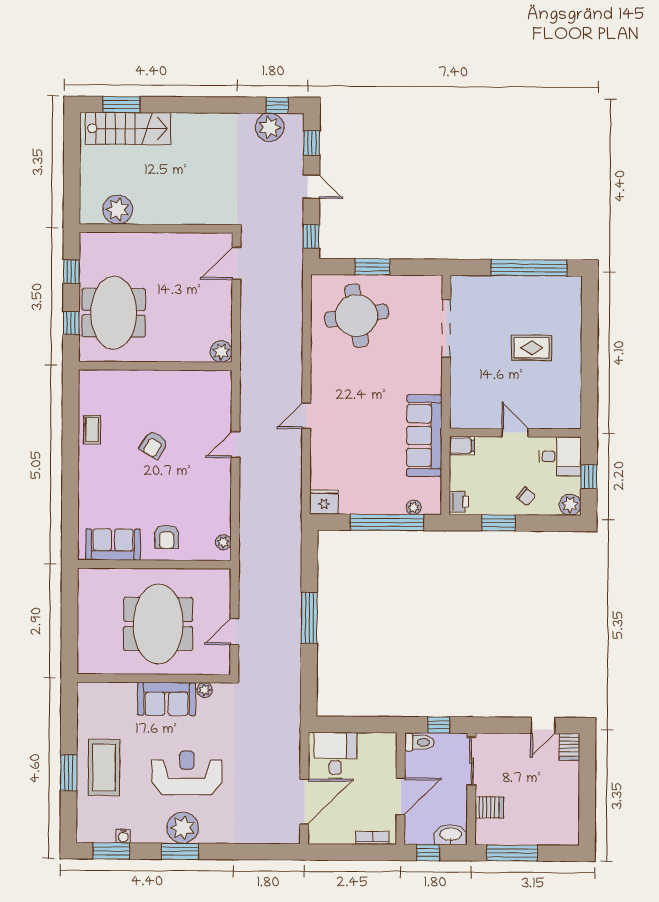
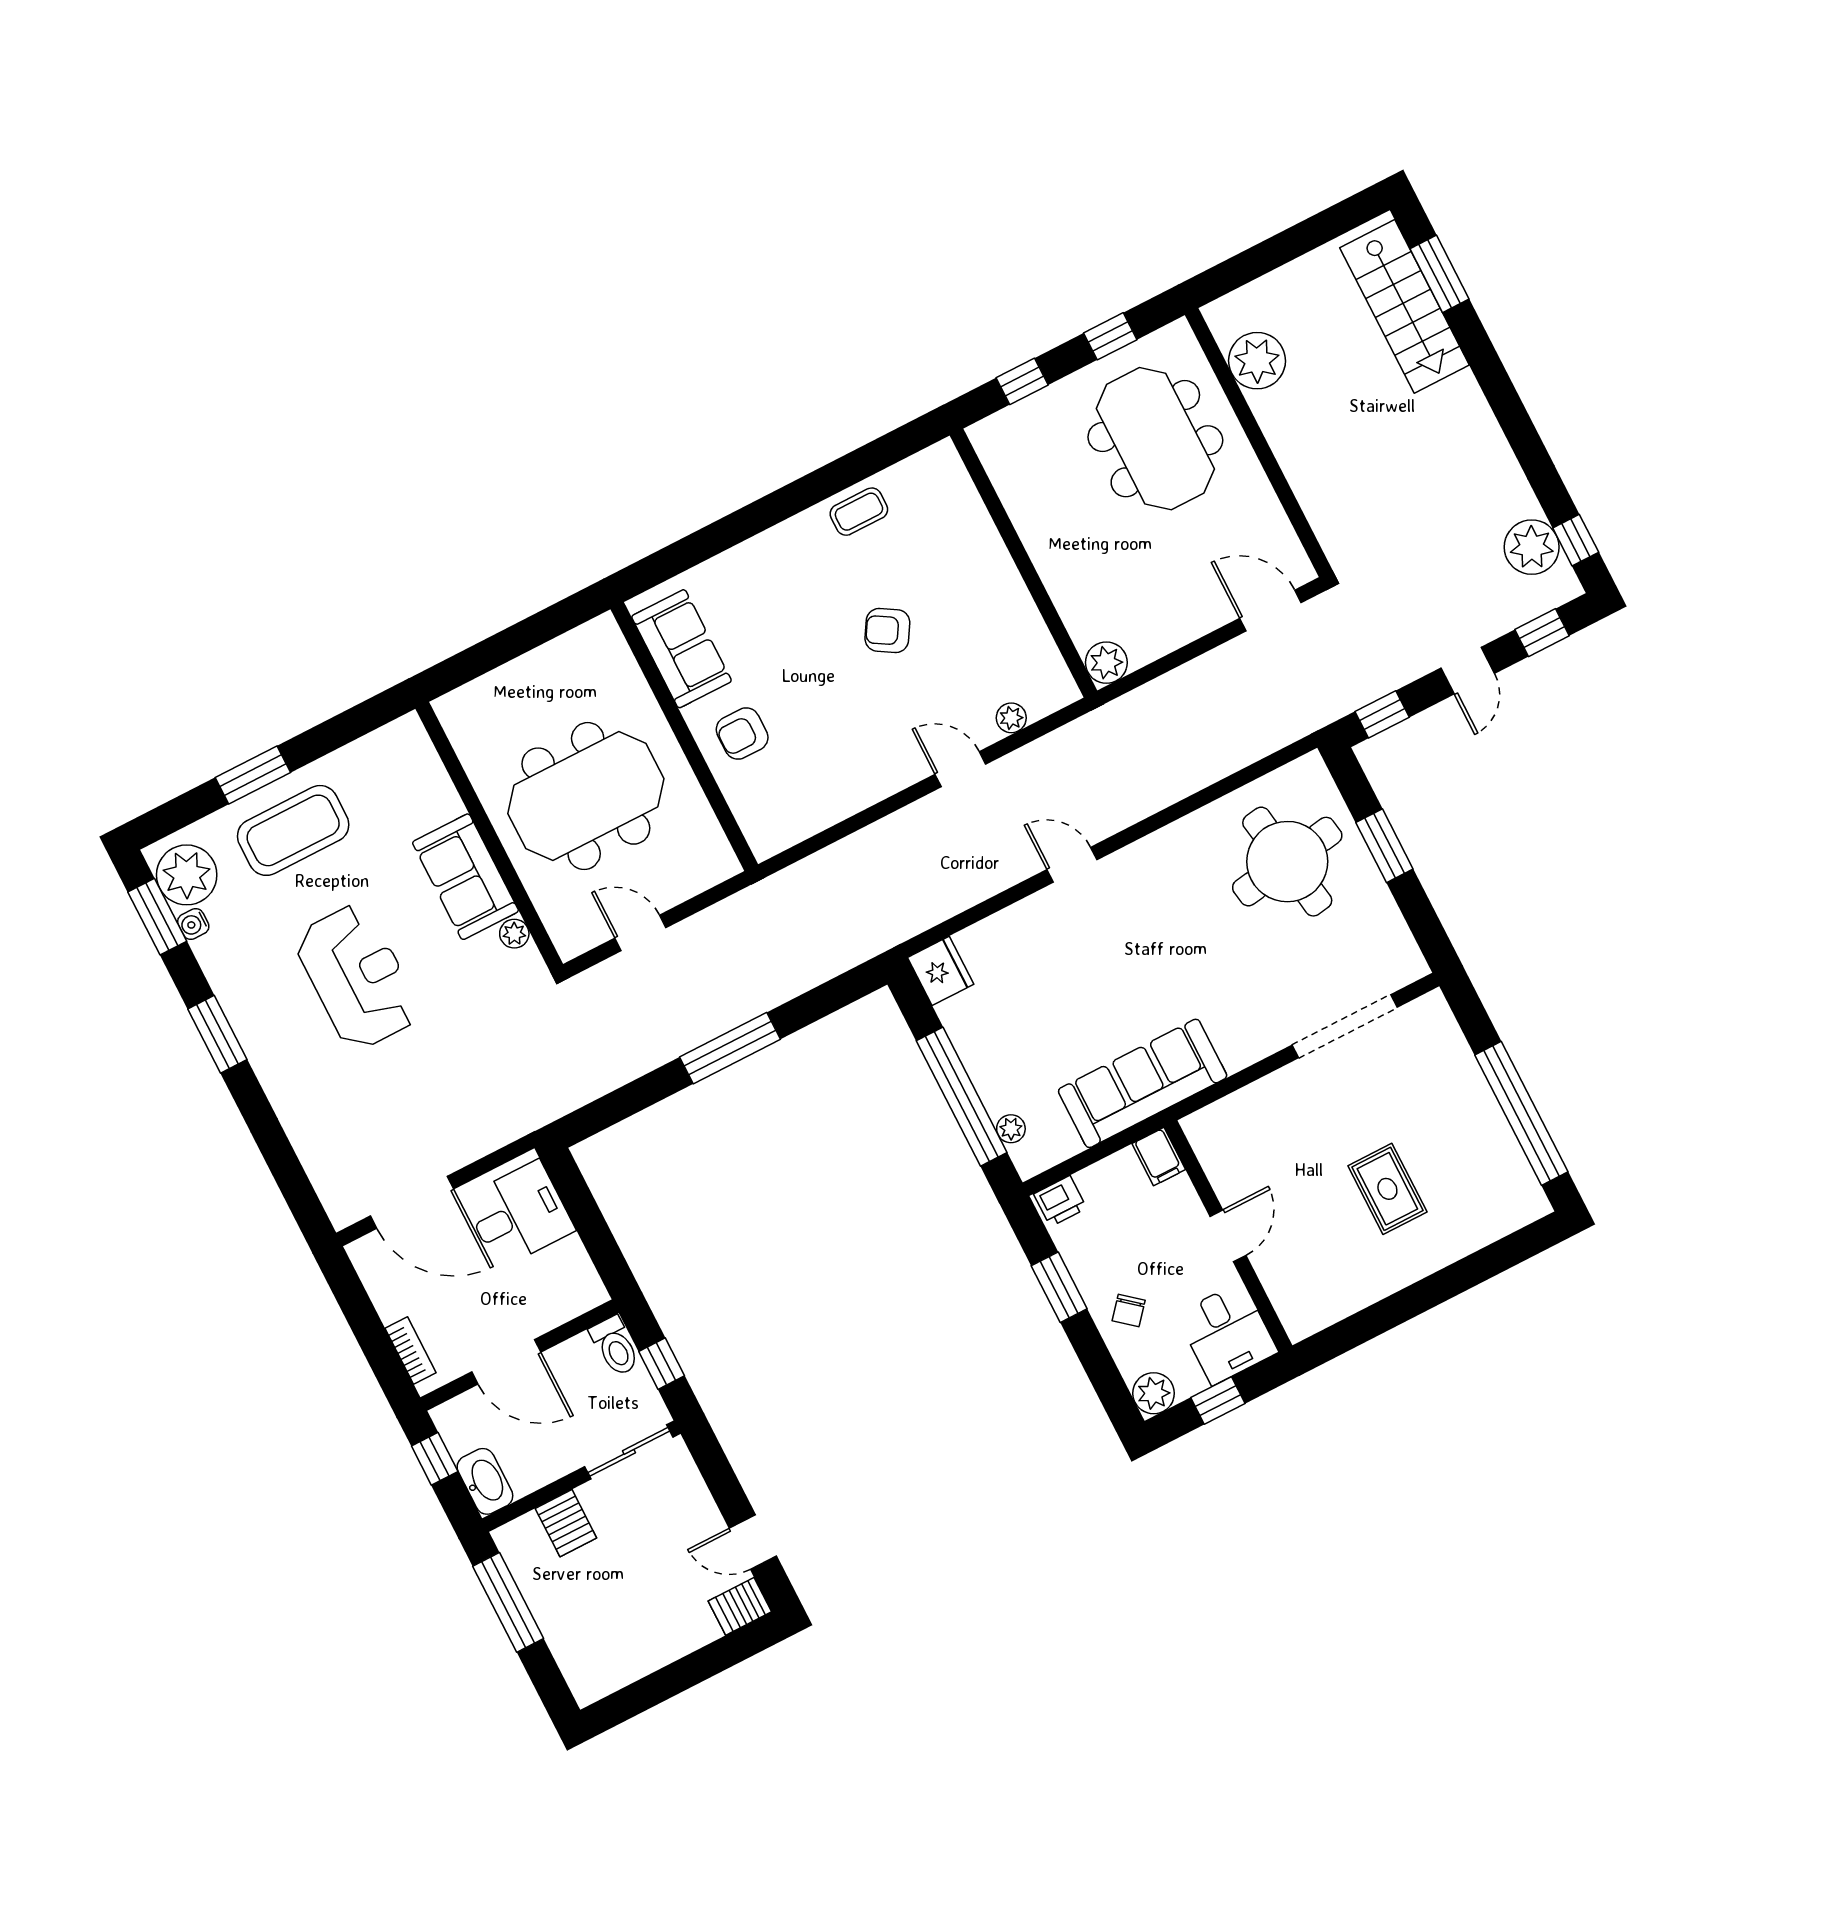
meeting table: (114, 313) -> (1155, 439), moved, turned 90
plant: (223, 542) -> (1011, 718), moved
plant: (183, 828) -> (187, 875), moved

